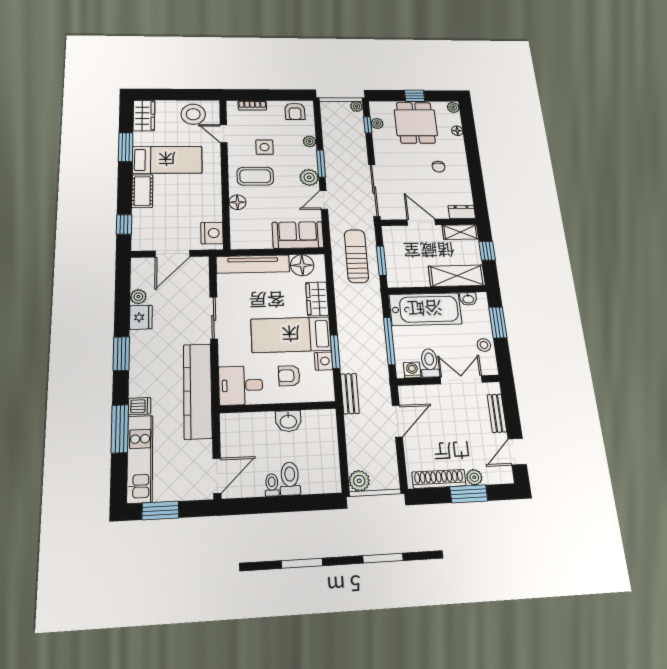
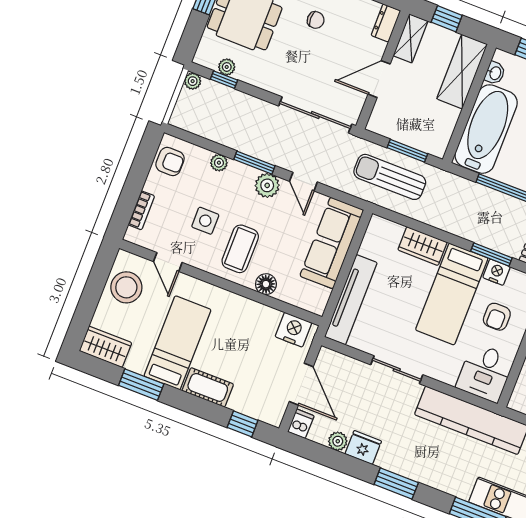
door: (224, 134) -> (168, 262), hinge flipped
sofa: (298, 235) -> (332, 243), width x1.36
floor lamp: (302, 265) -> (375, 245), removed
dishwasher: (139, 406) -> (301, 424), moved

